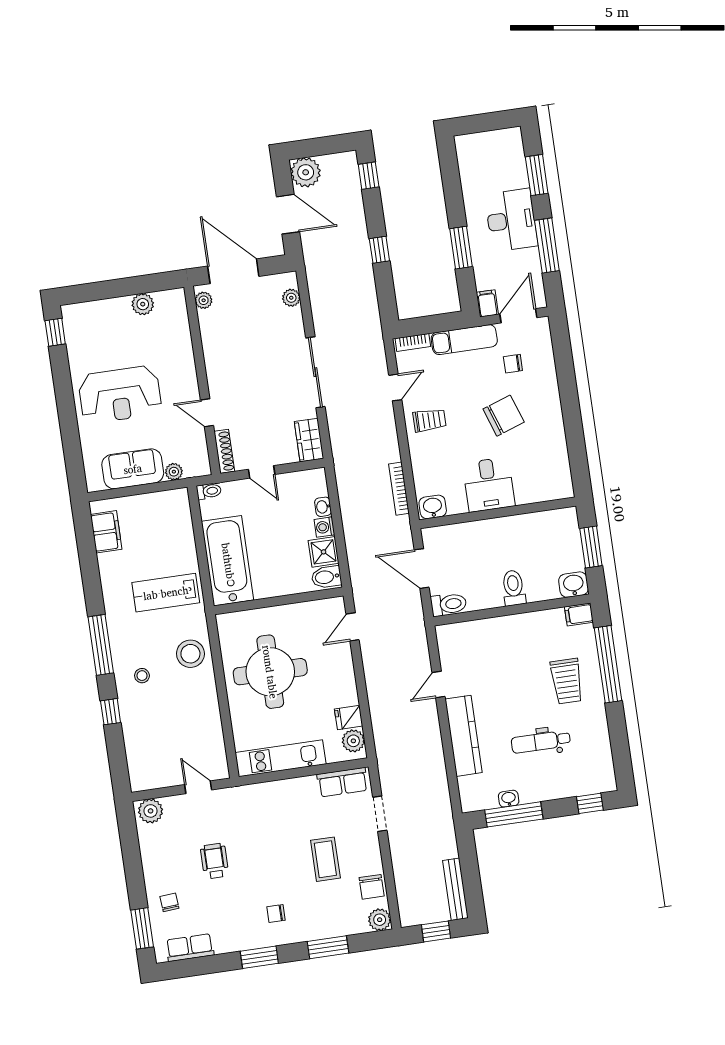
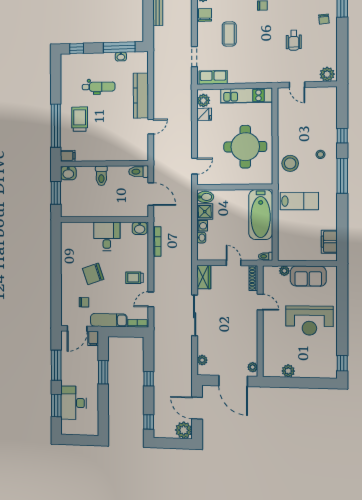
desk: (511, 220) -> (74, 403), moved
reception desk: (120, 395) -> (309, 321), turned 180

